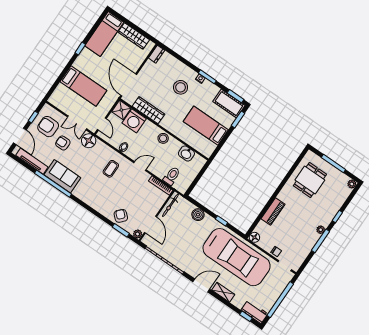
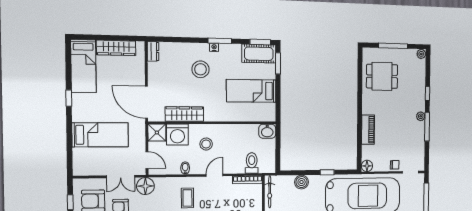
stool: (163, 138) -> (206, 144), moved
washbasin: (186, 154) -> (267, 131), moved
dining table: (310, 180) -> (382, 76), turned 90

